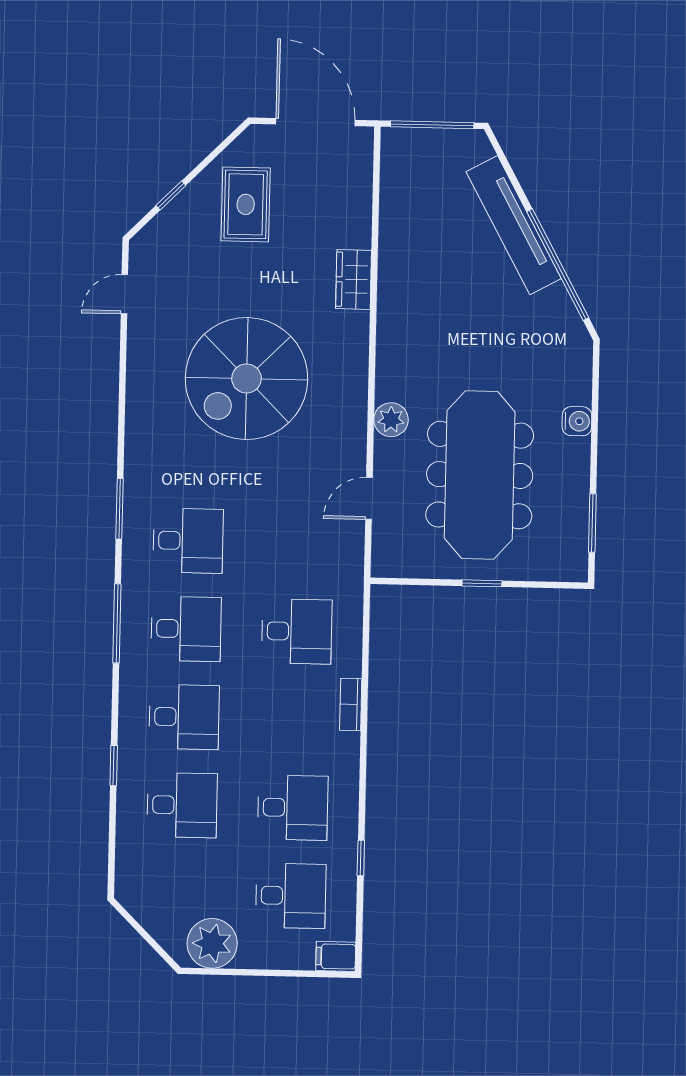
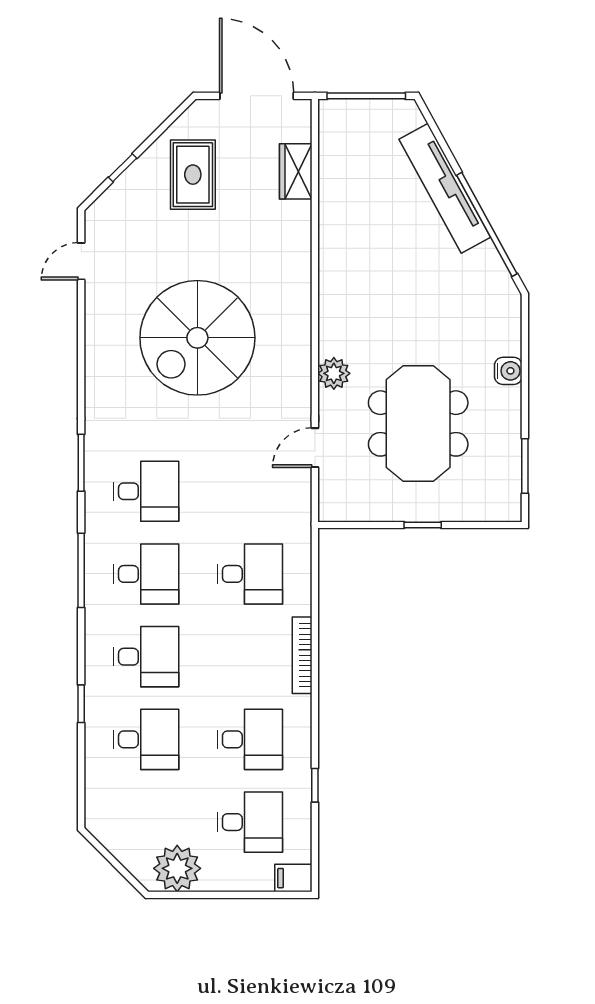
wardrobe: (354, 280) -> (296, 171), moved
meeting table: (480, 475) -> (418, 423), width x0.73
bookcase: (351, 704) -> (302, 655), width x1.56

